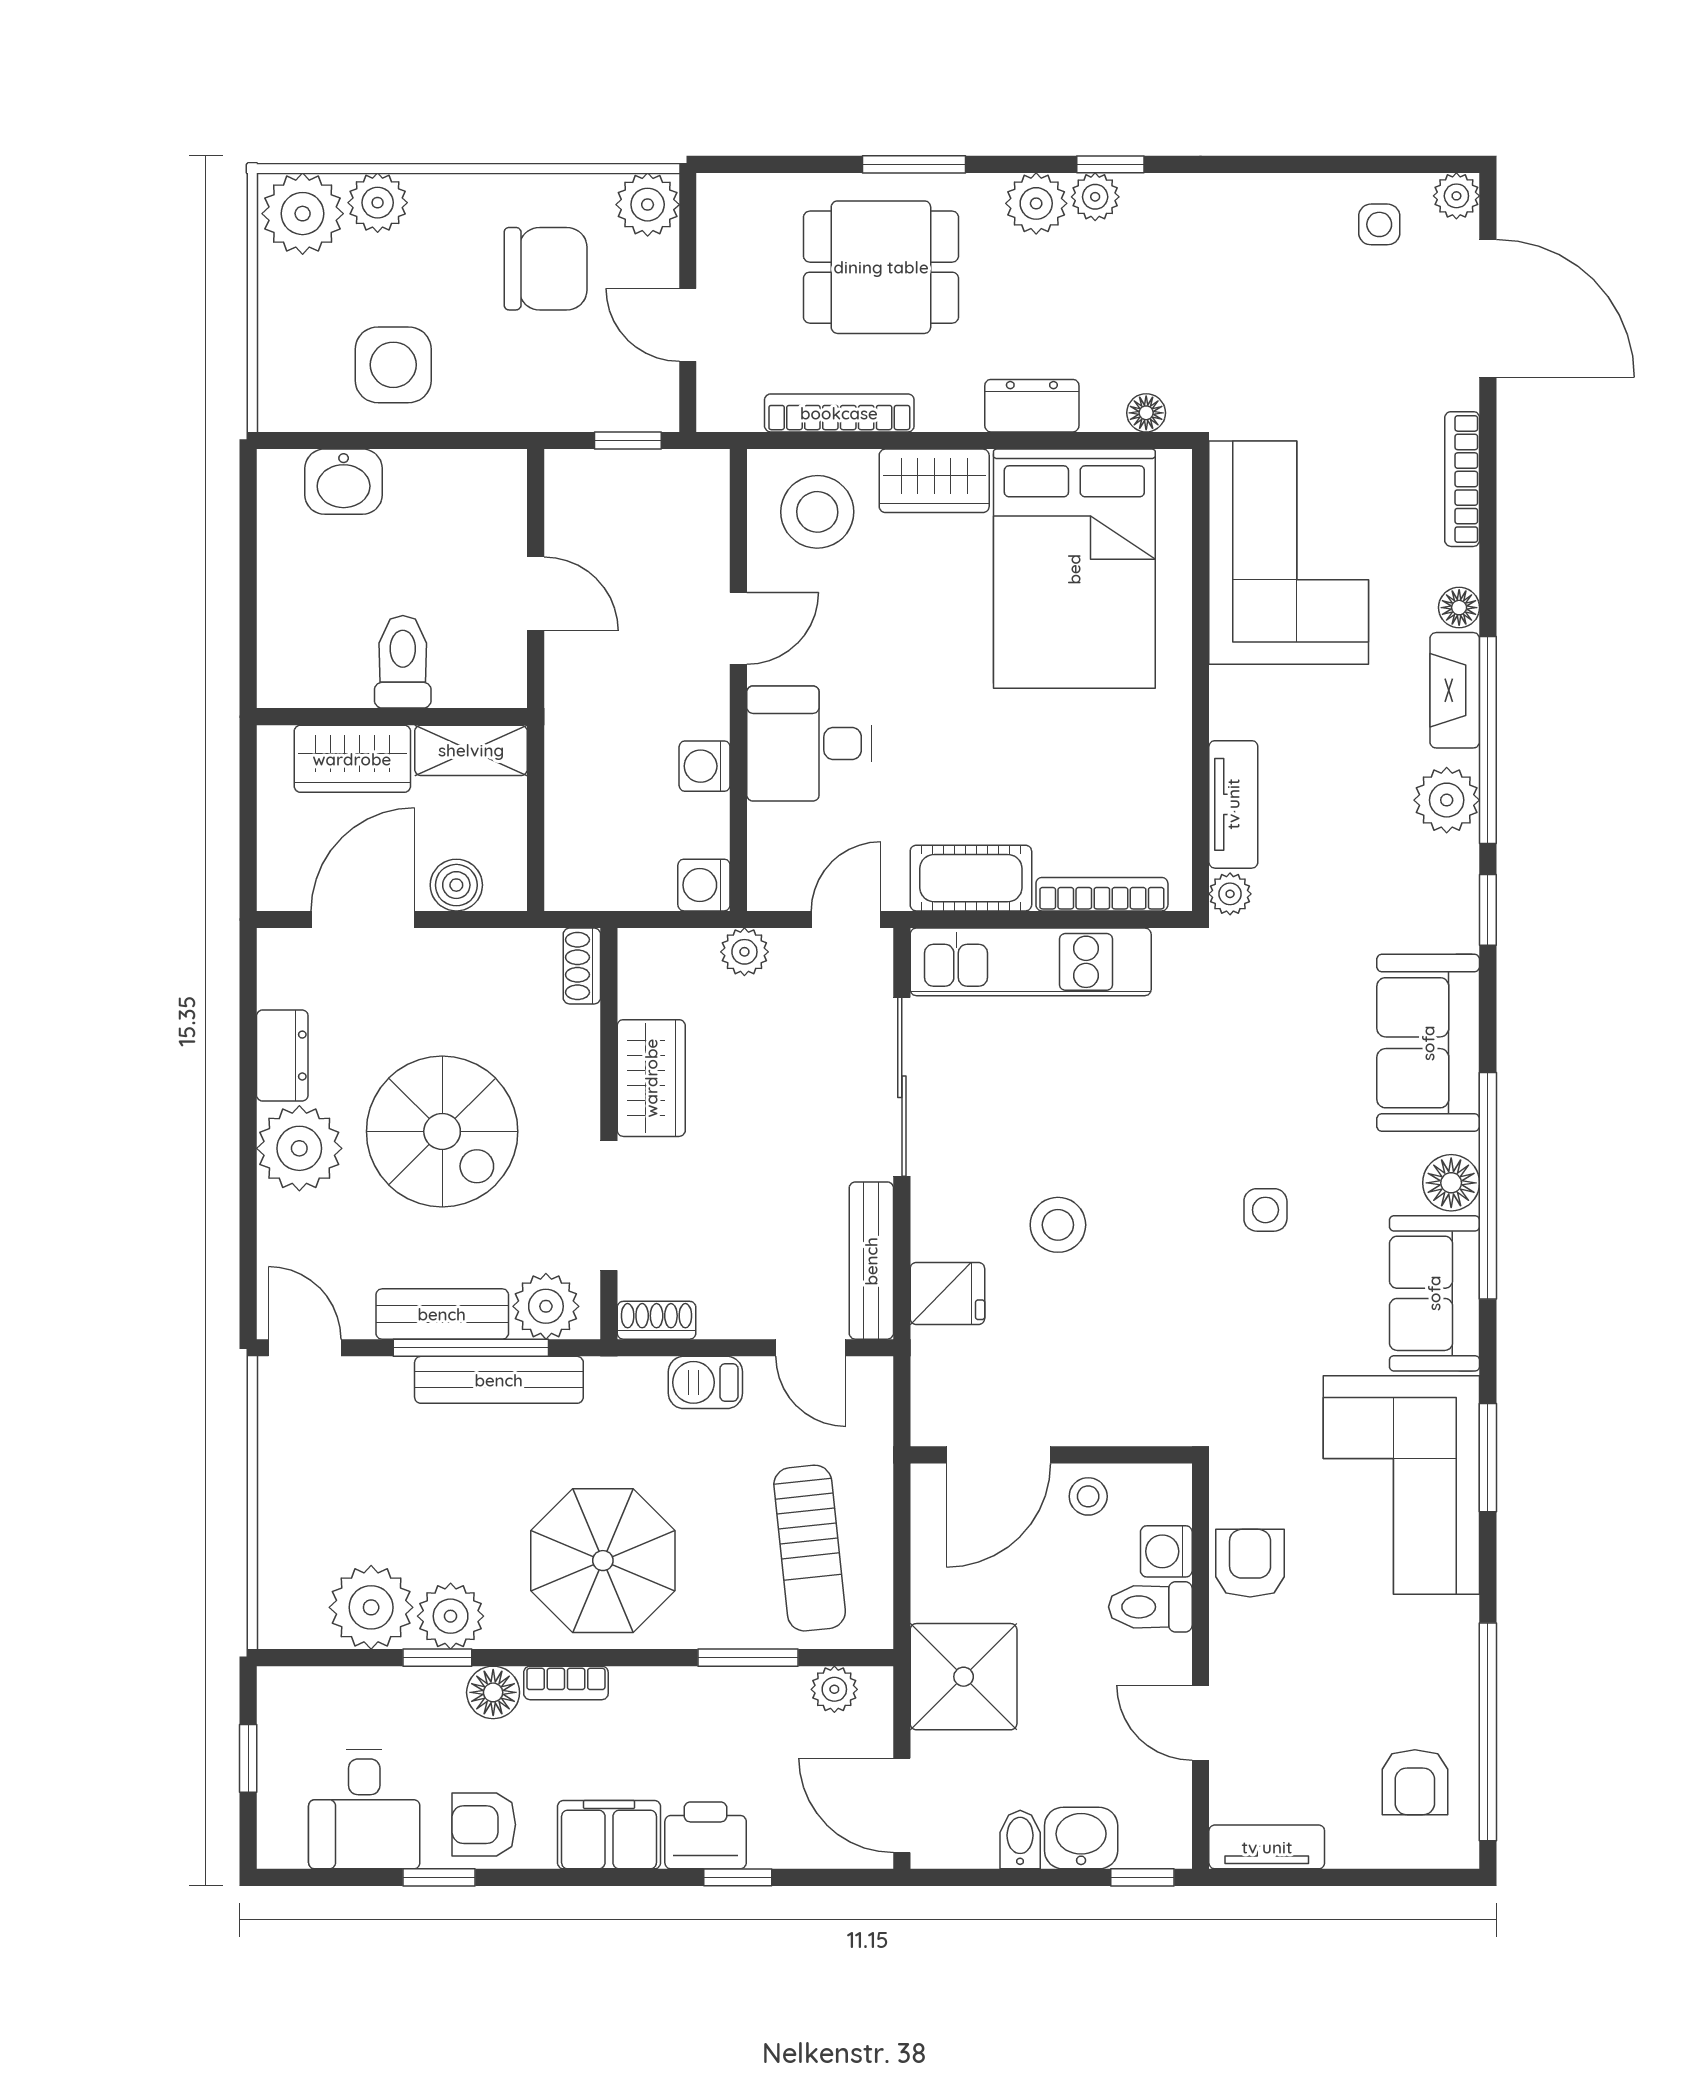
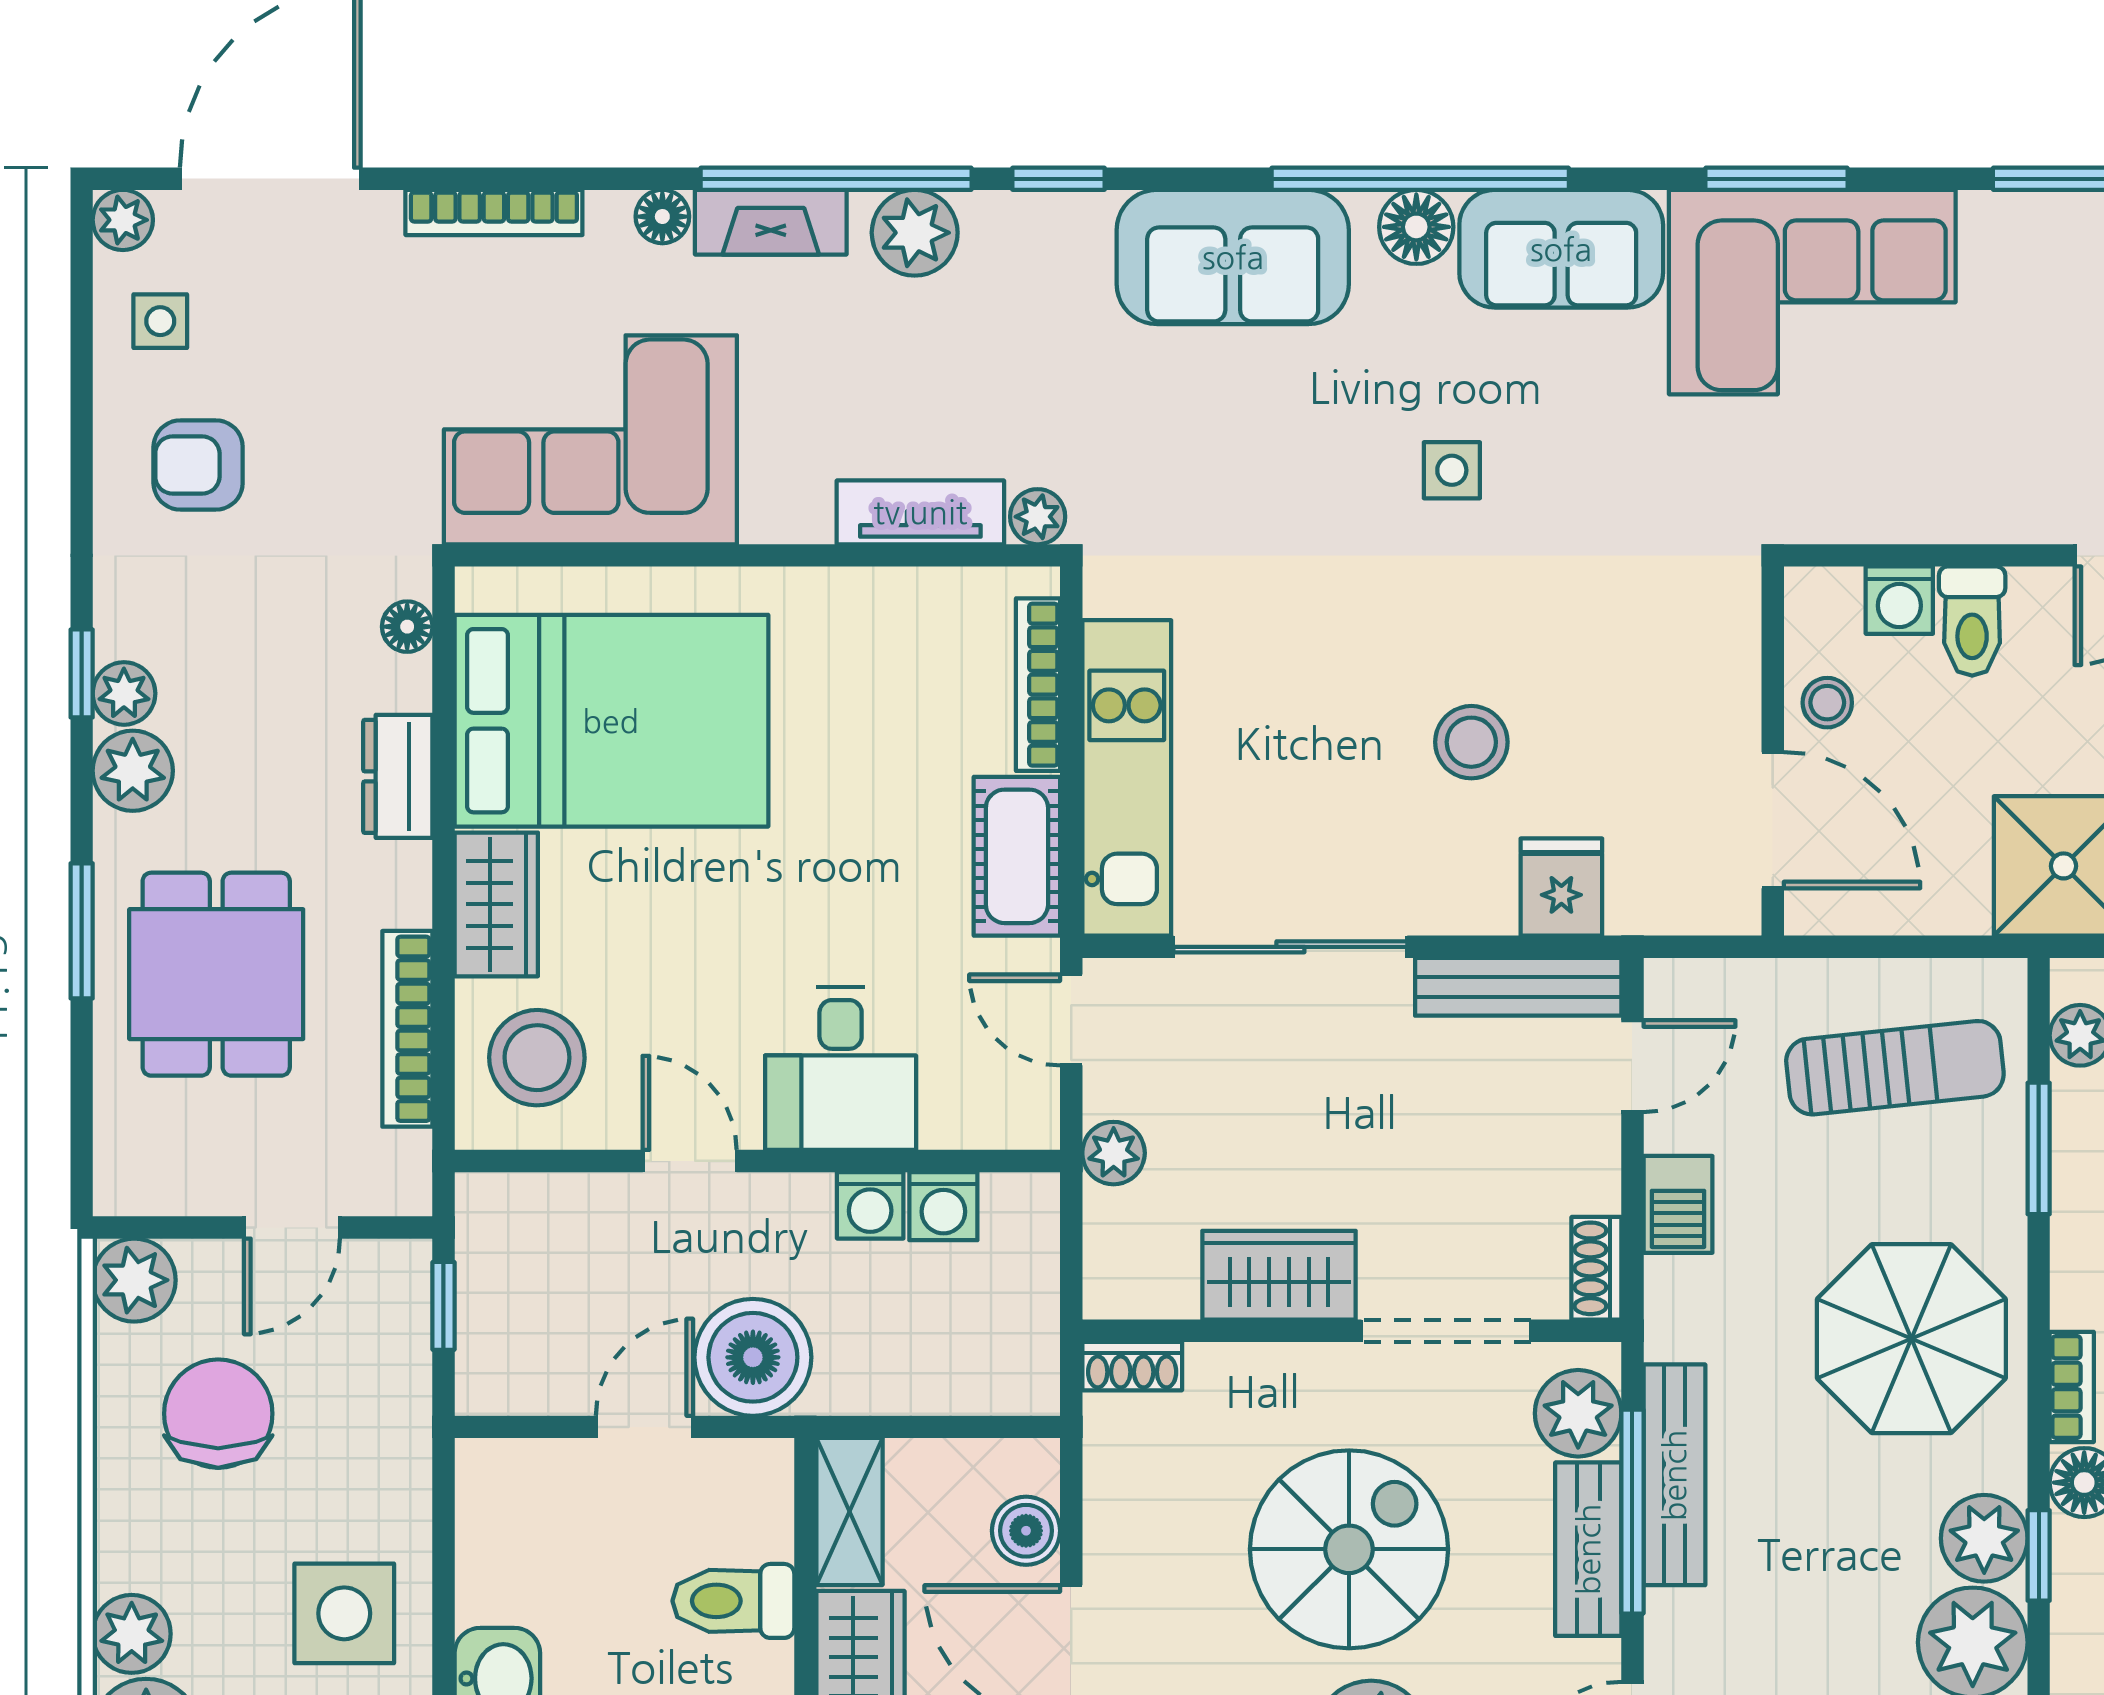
boiler: (589, 677) -> (753, 1357), added
washing machine: (704, 885) -> (943, 1206), moved
armchair: (1250, 1563) -> (198, 465), moved

